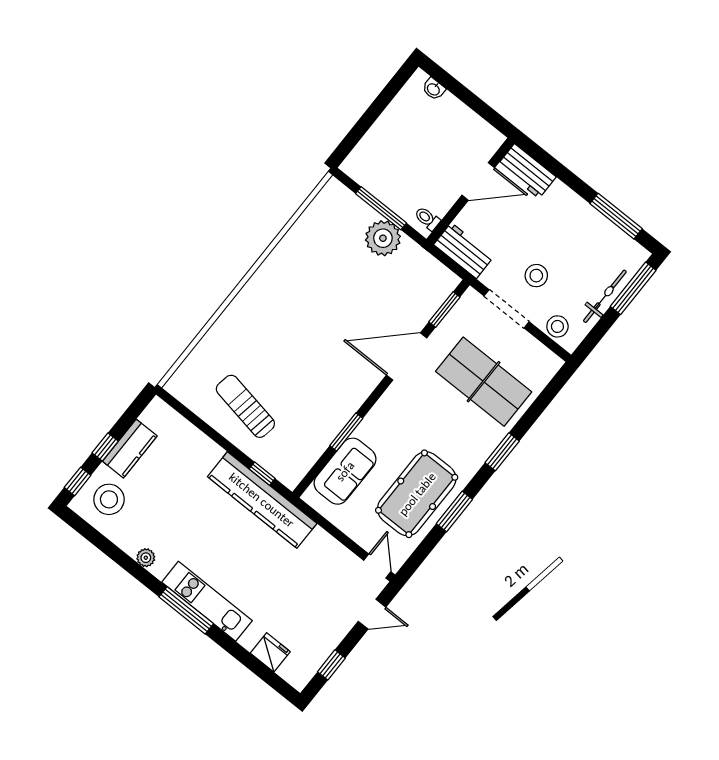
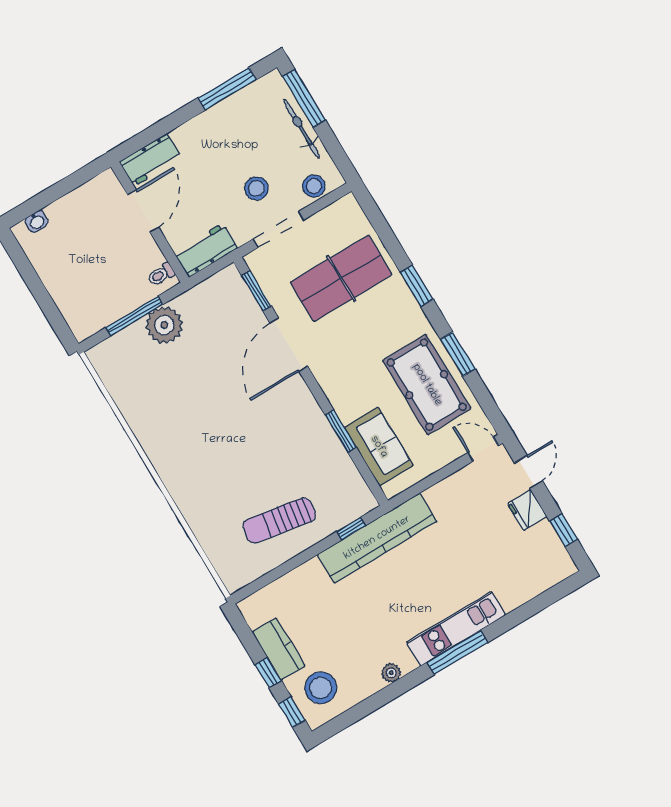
fridge: (270, 652) -> (527, 510), moved, turned -90

